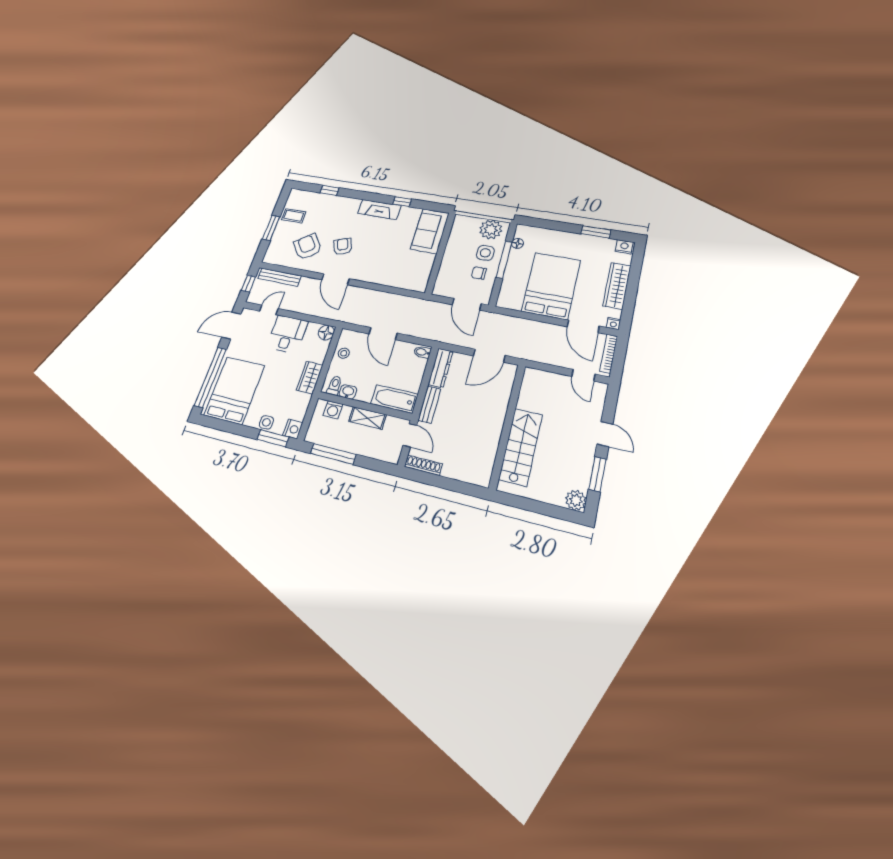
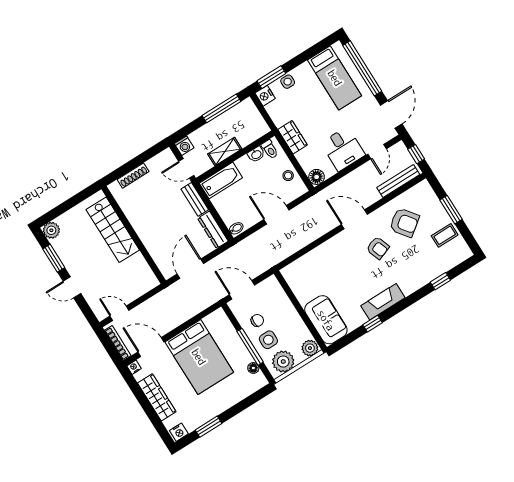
plant: (462, 222) -> (310, 348), added
bed: (234, 390) -> (335, 78), width x0.67
washing machine: (333, 410) -> (184, 146), moved, turned 180
shoe rack: (423, 465) -> (133, 176), moved

